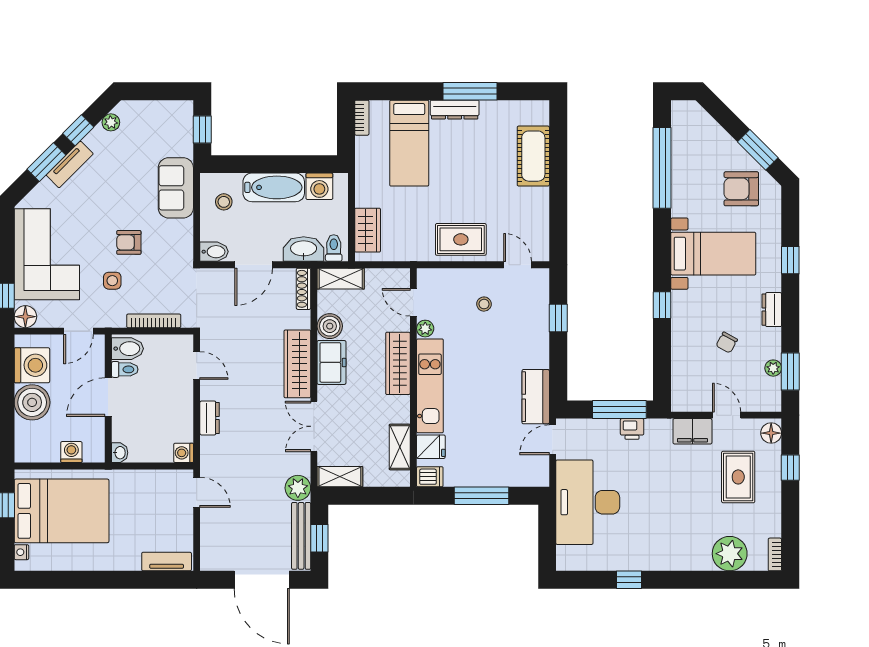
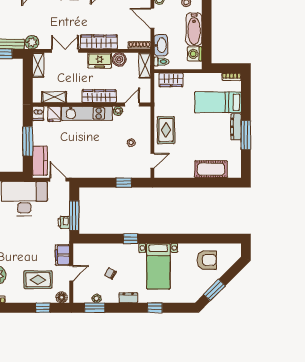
window: (662, 168) -> (205, 239), removed
armchair: (741, 189) -> (207, 260), moved, turned 90
kitchen counter: (536, 397) -> (40, 161), moved, turned 90

